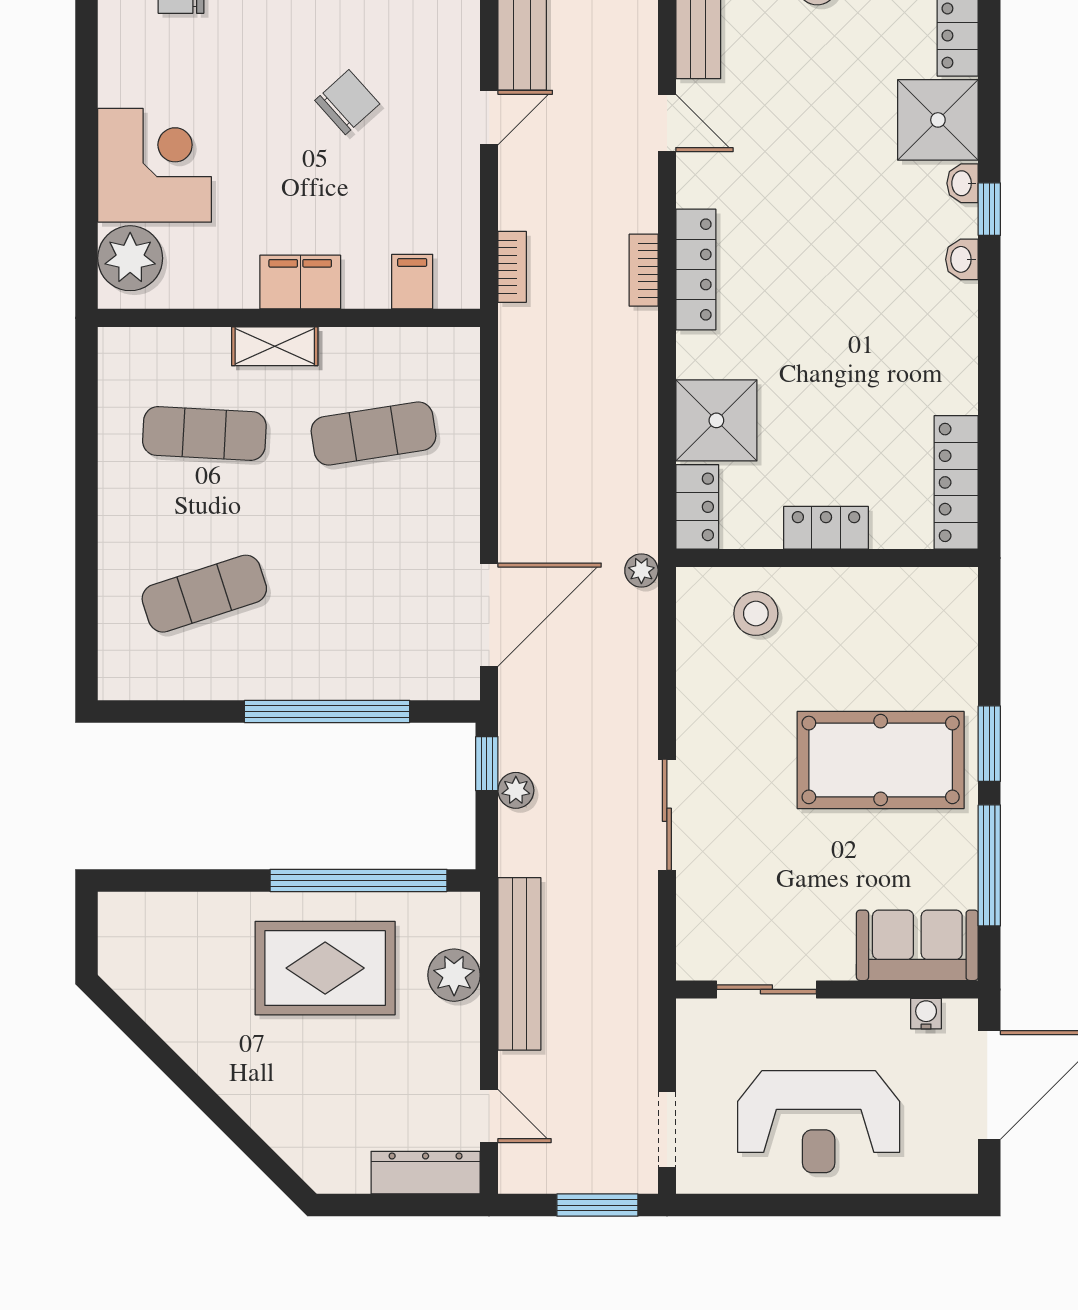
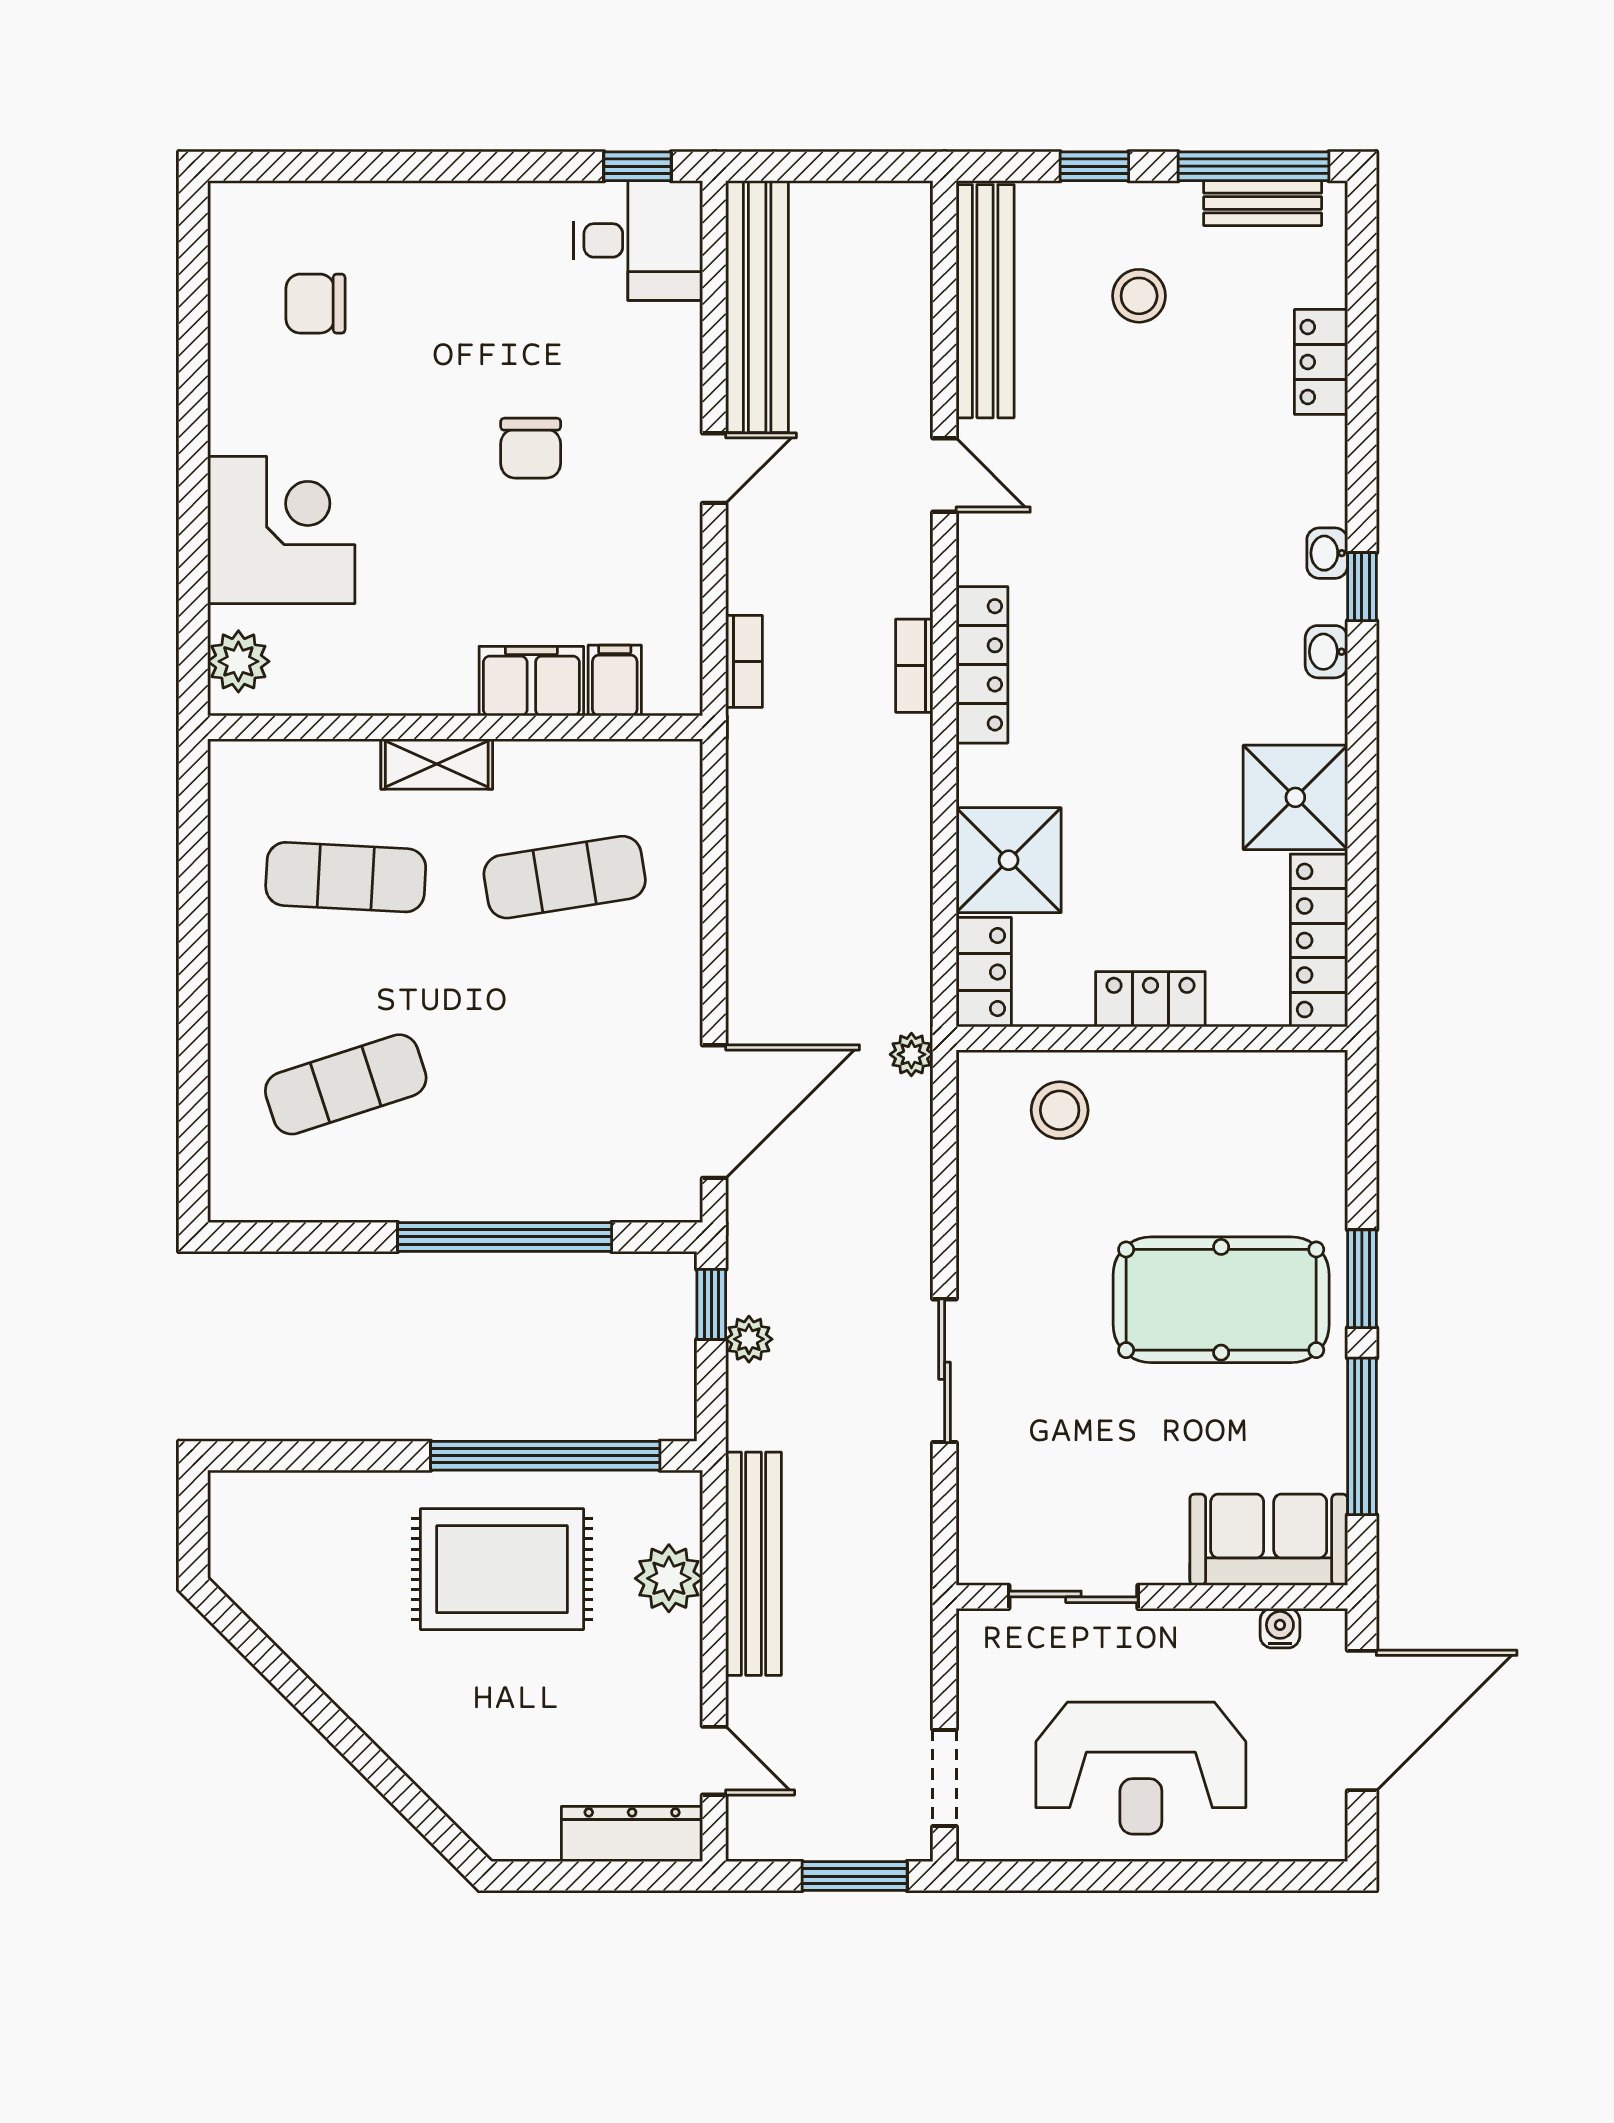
chair: (347, 102) -> (531, 448), turned 132
shower: (938, 120) -> (1295, 797), moved
plant: (130, 258) -> (238, 661), width x0.73, depth x0.73
filing cabinet: (300, 282) -> (531, 681), moved

